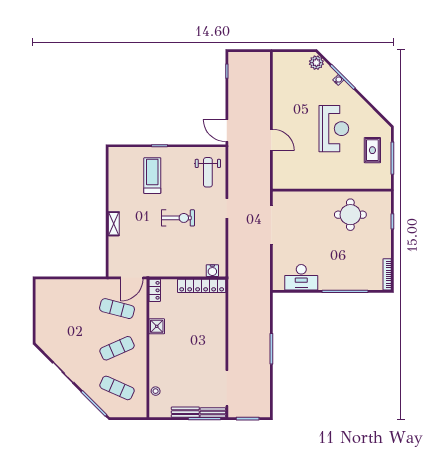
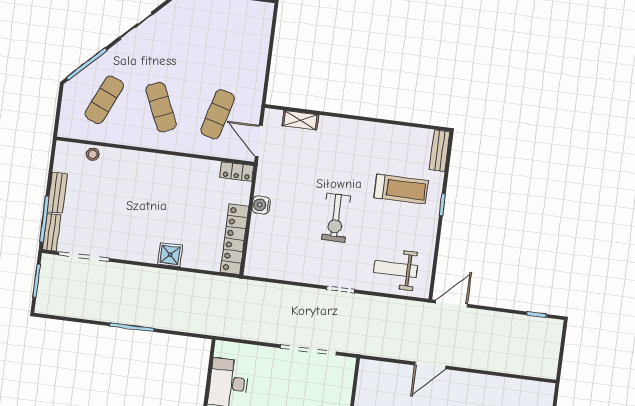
bench: (122, 152) -> (440, 151), added
shelving: (114, 224) -> (300, 120), moved
water cooler: (212, 271) -> (261, 205), moved
shower: (157, 326) -> (170, 255), moved

